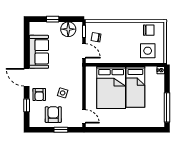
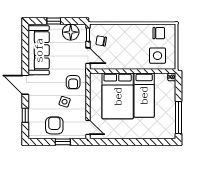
sofa: (39, 52) -> (39, 50), width x1.36
armchair: (39, 95) -> (73, 82), moved

